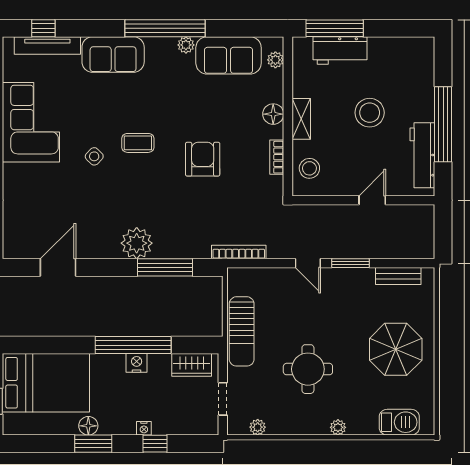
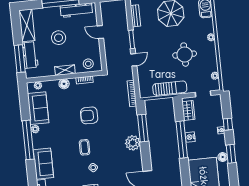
shelving: (402, 50) -> (27, 25), added

